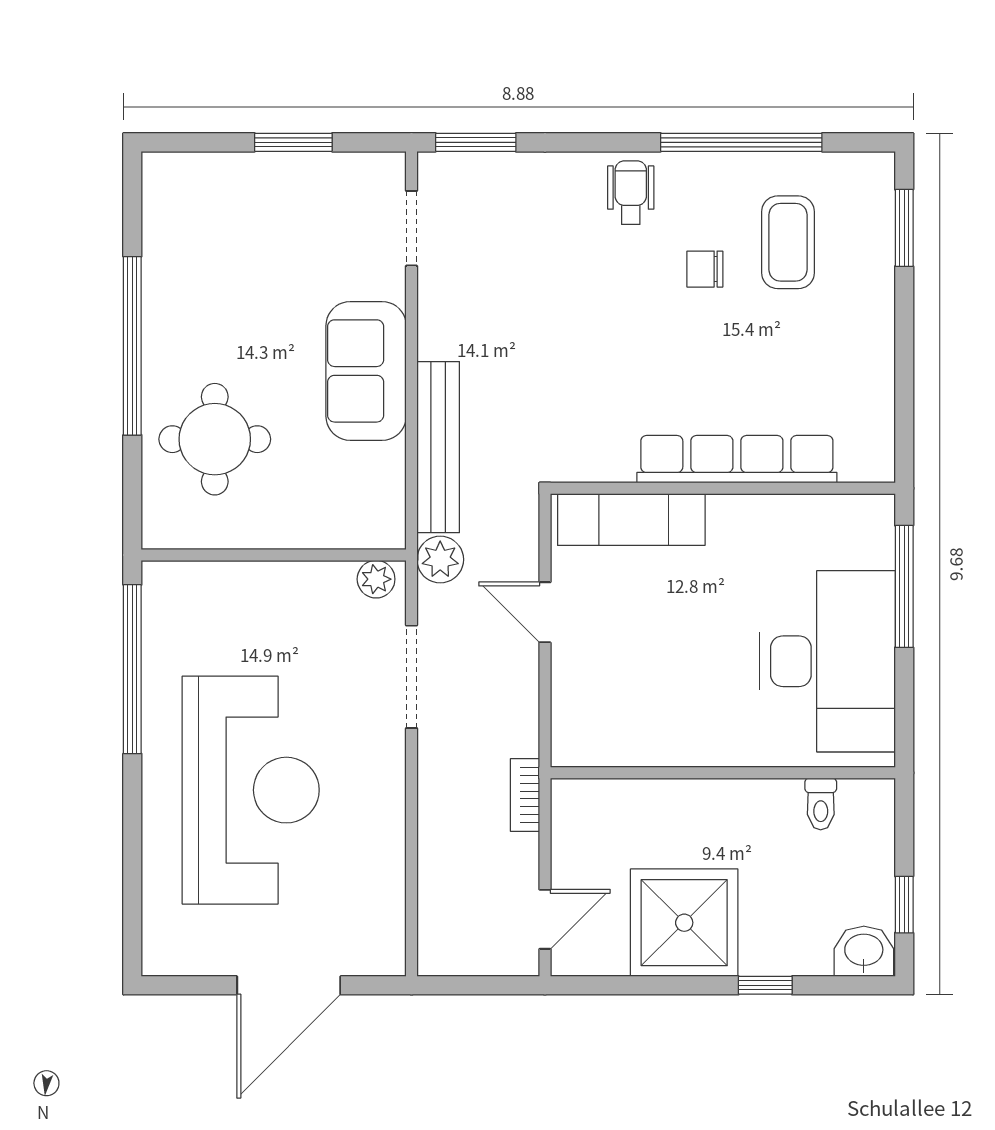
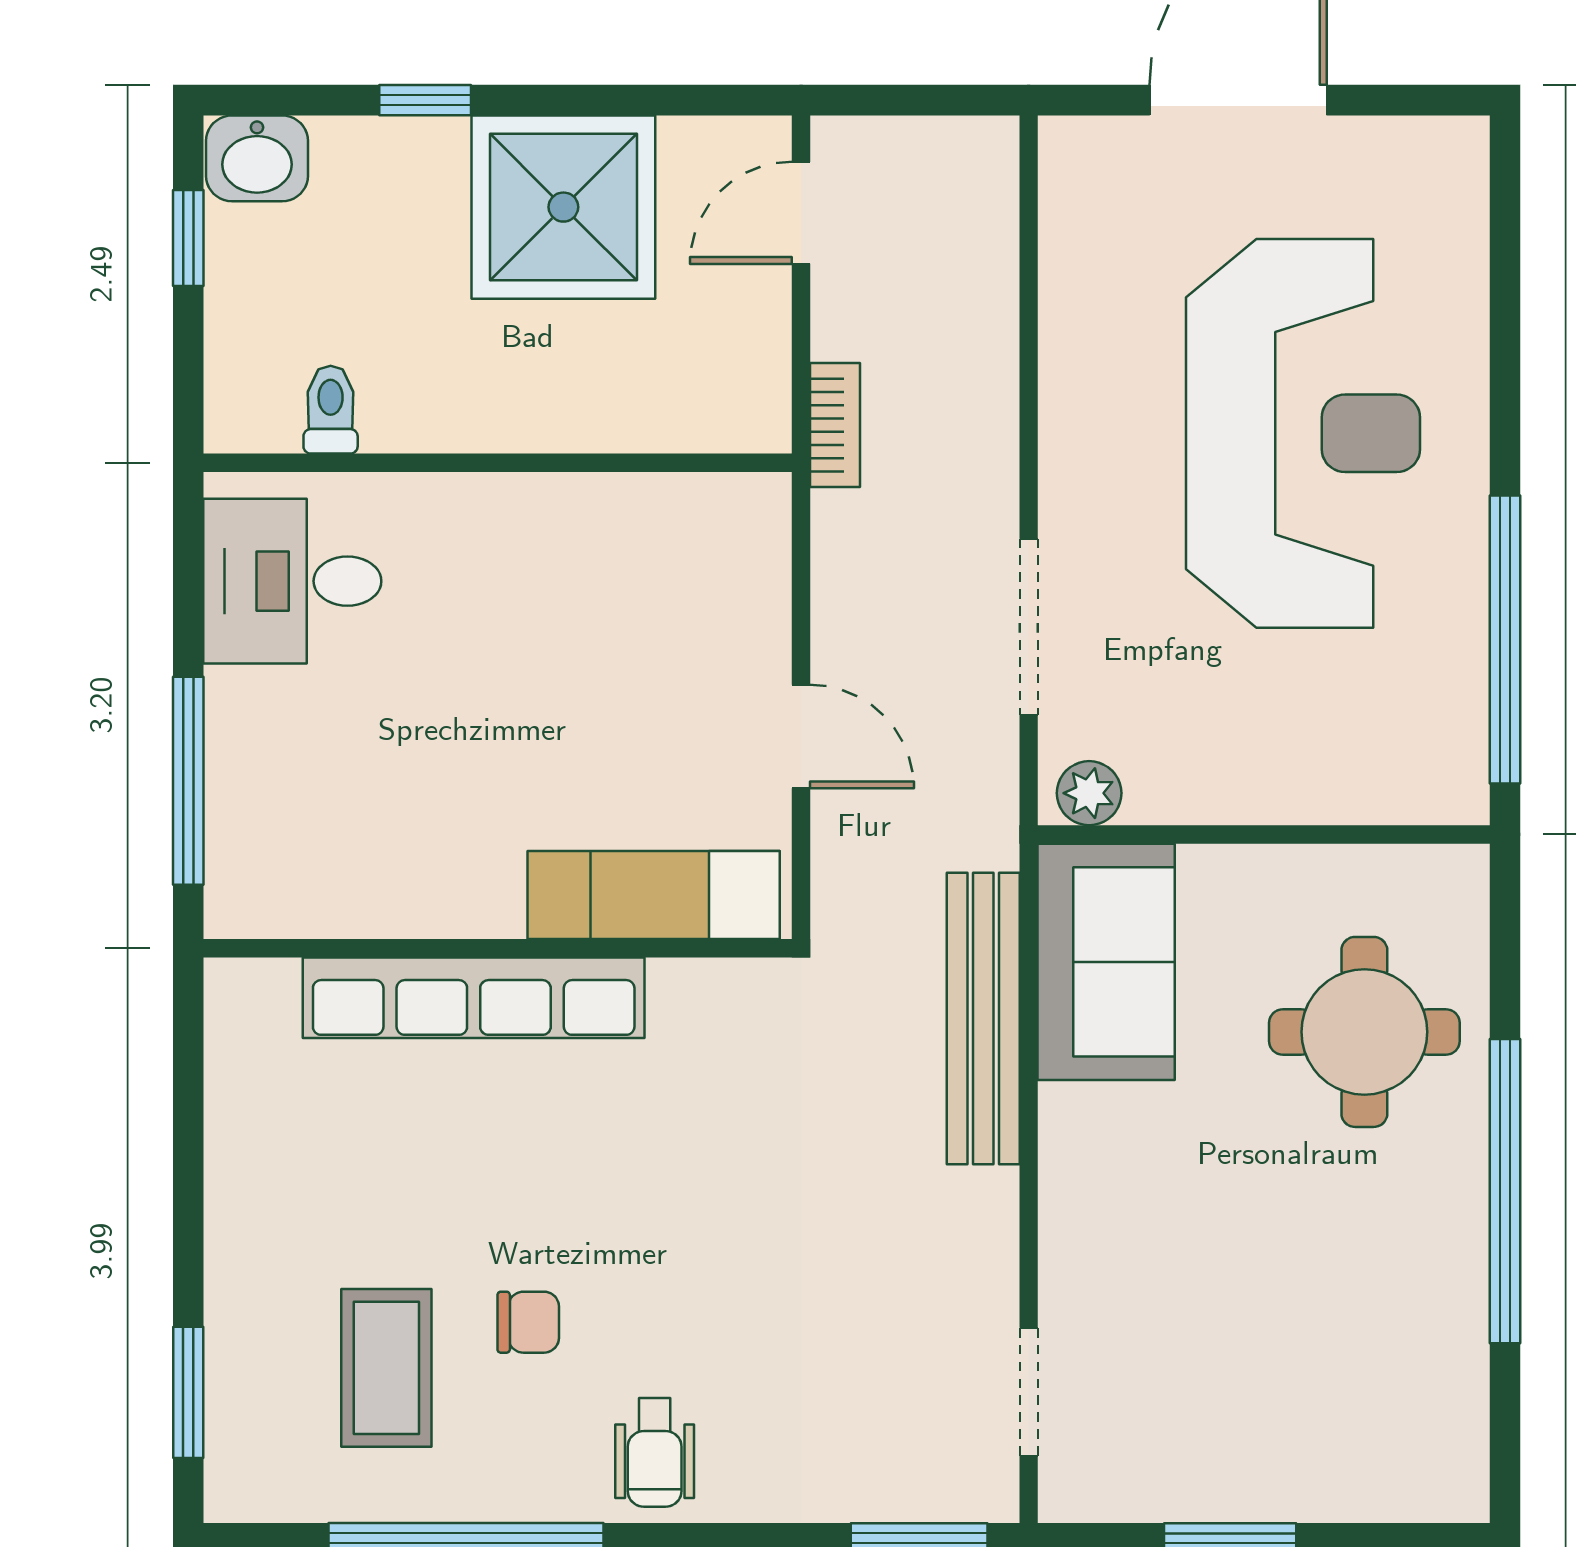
sofa: (366, 371) -> (1106, 962), moved
plant: (440, 560) -> (980, 827), removed
desk: (828, 661) -> (292, 581), width x0.53, depth x0.77
reception desk: (251, 790) -> (1303, 433), turned 180

